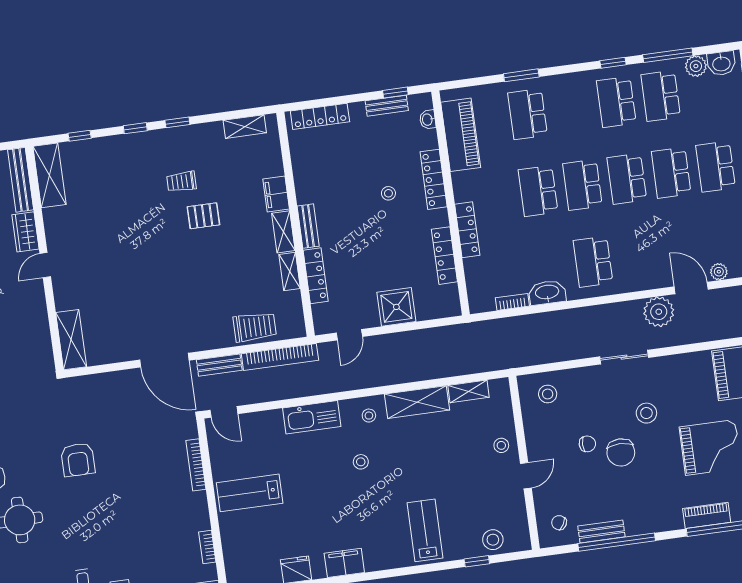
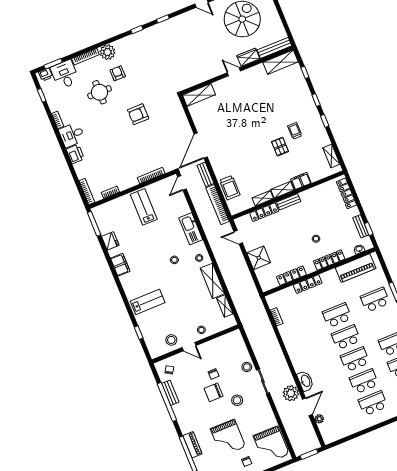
school desk: (593, 262) -> (308, 353), removed
washbasin: (547, 293) -> (305, 381), moved
stool: (548, 394) -> (247, 367), moved
stool: (493, 540) -> (171, 340), moved

